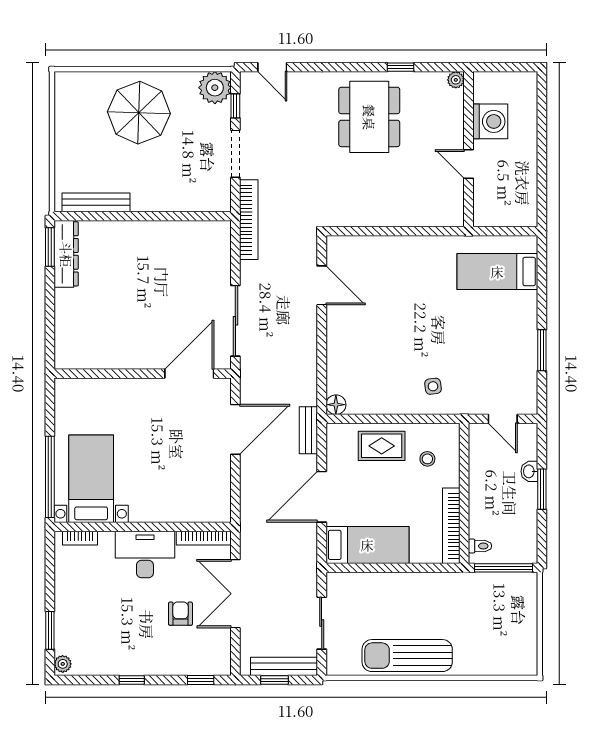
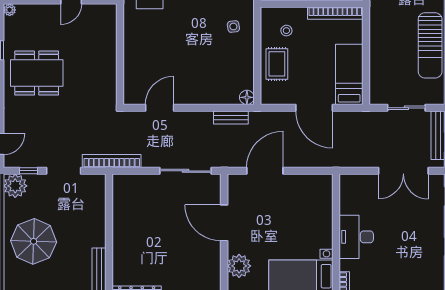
door: (189, 374) -> (224, 223), moved
plant: (105, 394) -> (239, 266), added
door: (235, 429) -> (265, 171), hinge flipped
bench: (308, 430) -> (231, 117), moved
bookcase: (204, 538) -> (344, 194), removed
double door: (235, 594) -> (403, 171), moved
armchair: (180, 614) -> (399, 211), removed

